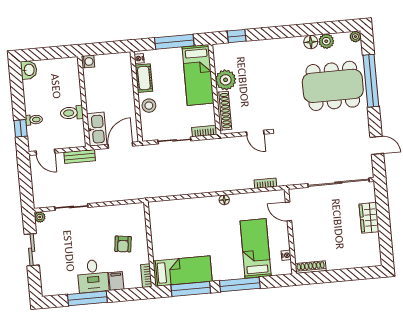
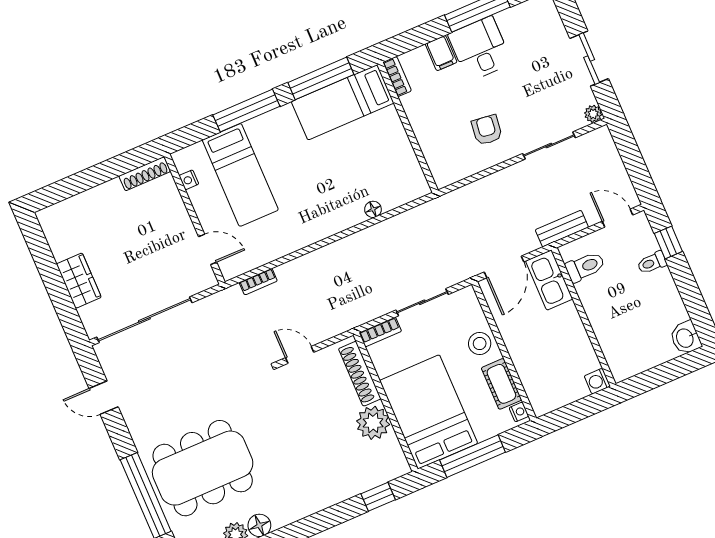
bed: (198, 75) -> (429, 412), width x1.50
toilet: (72, 113) -> (585, 267), moved
floor lamp: (224, 200) -> (373, 209), moved
armchair: (123, 244) -> (487, 130), moved

